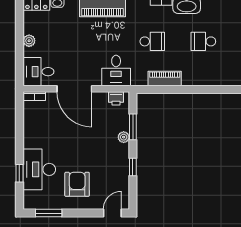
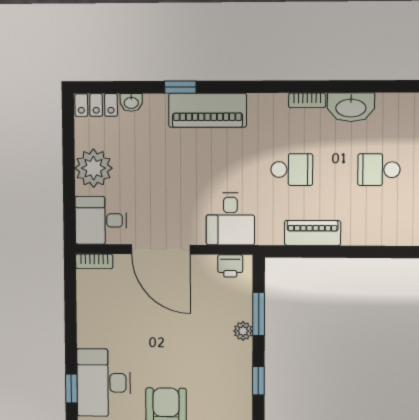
plant: (29, 41) -> (94, 168), width x1.88, depth x1.88

